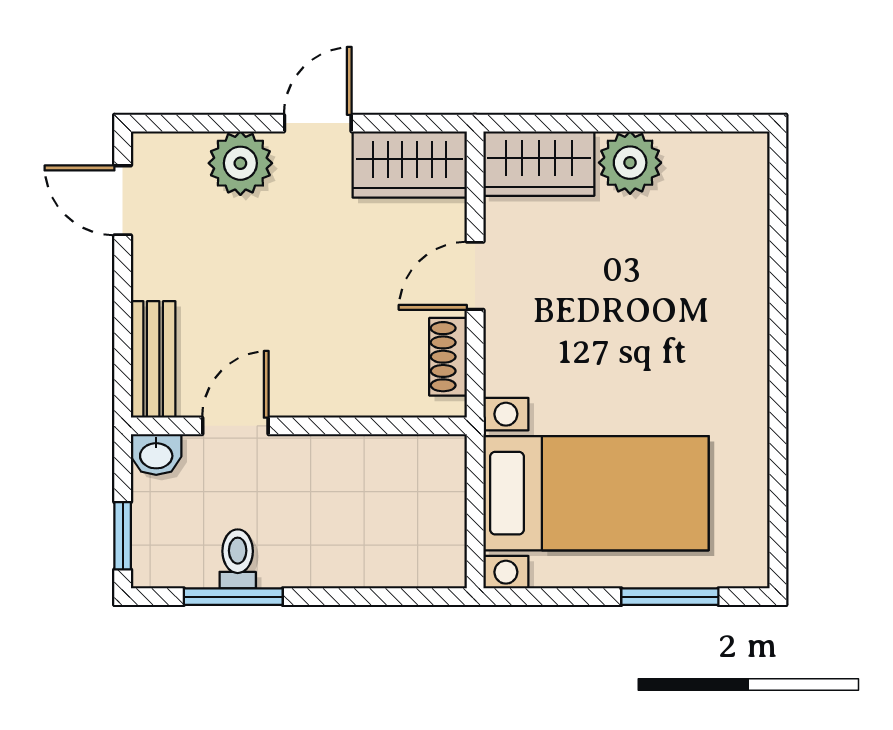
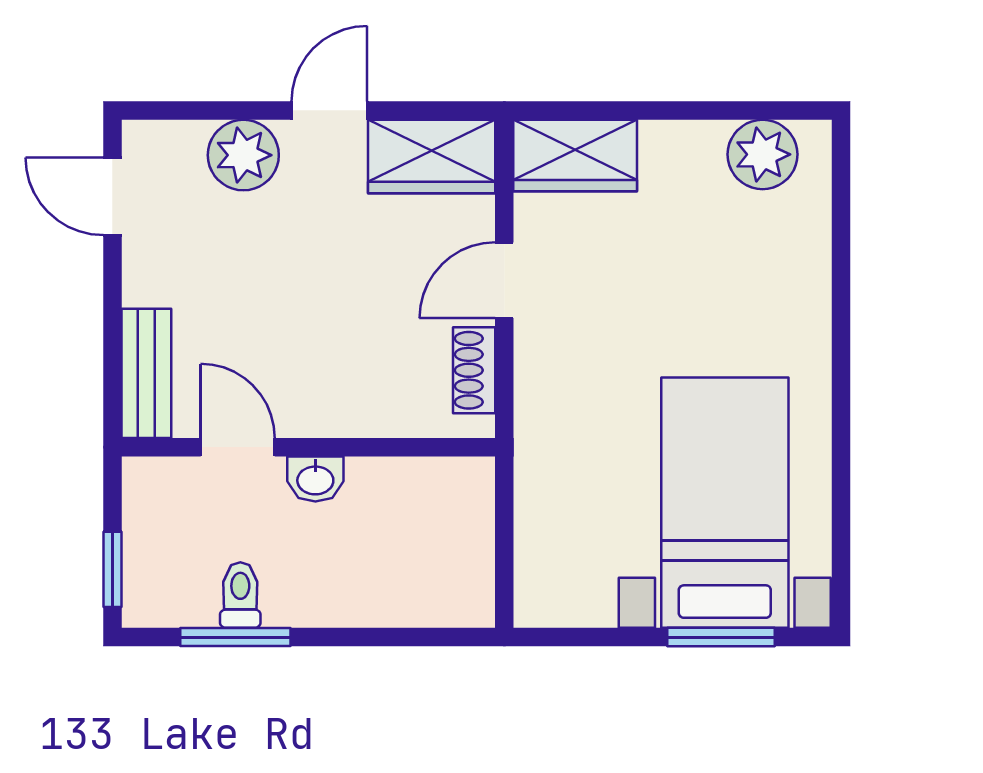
plant: (630, 163) -> (763, 154), moved
door: (235, 426) -> (238, 447), hinge flipped
washbasin: (156, 455) -> (315, 479), moved
bed with nightstands: (596, 493) -> (725, 503), moved, turned -90

